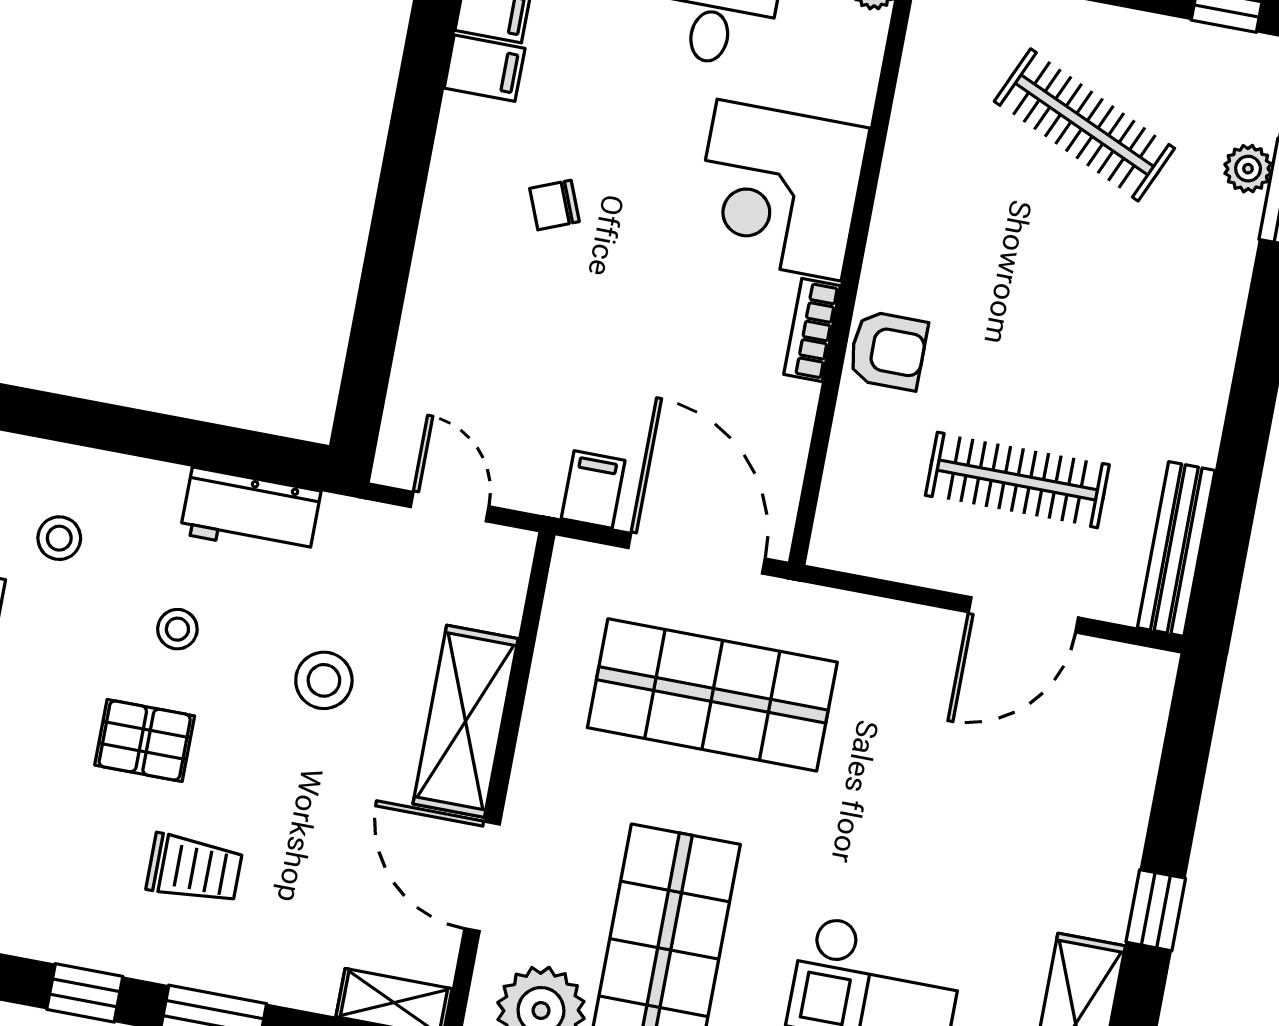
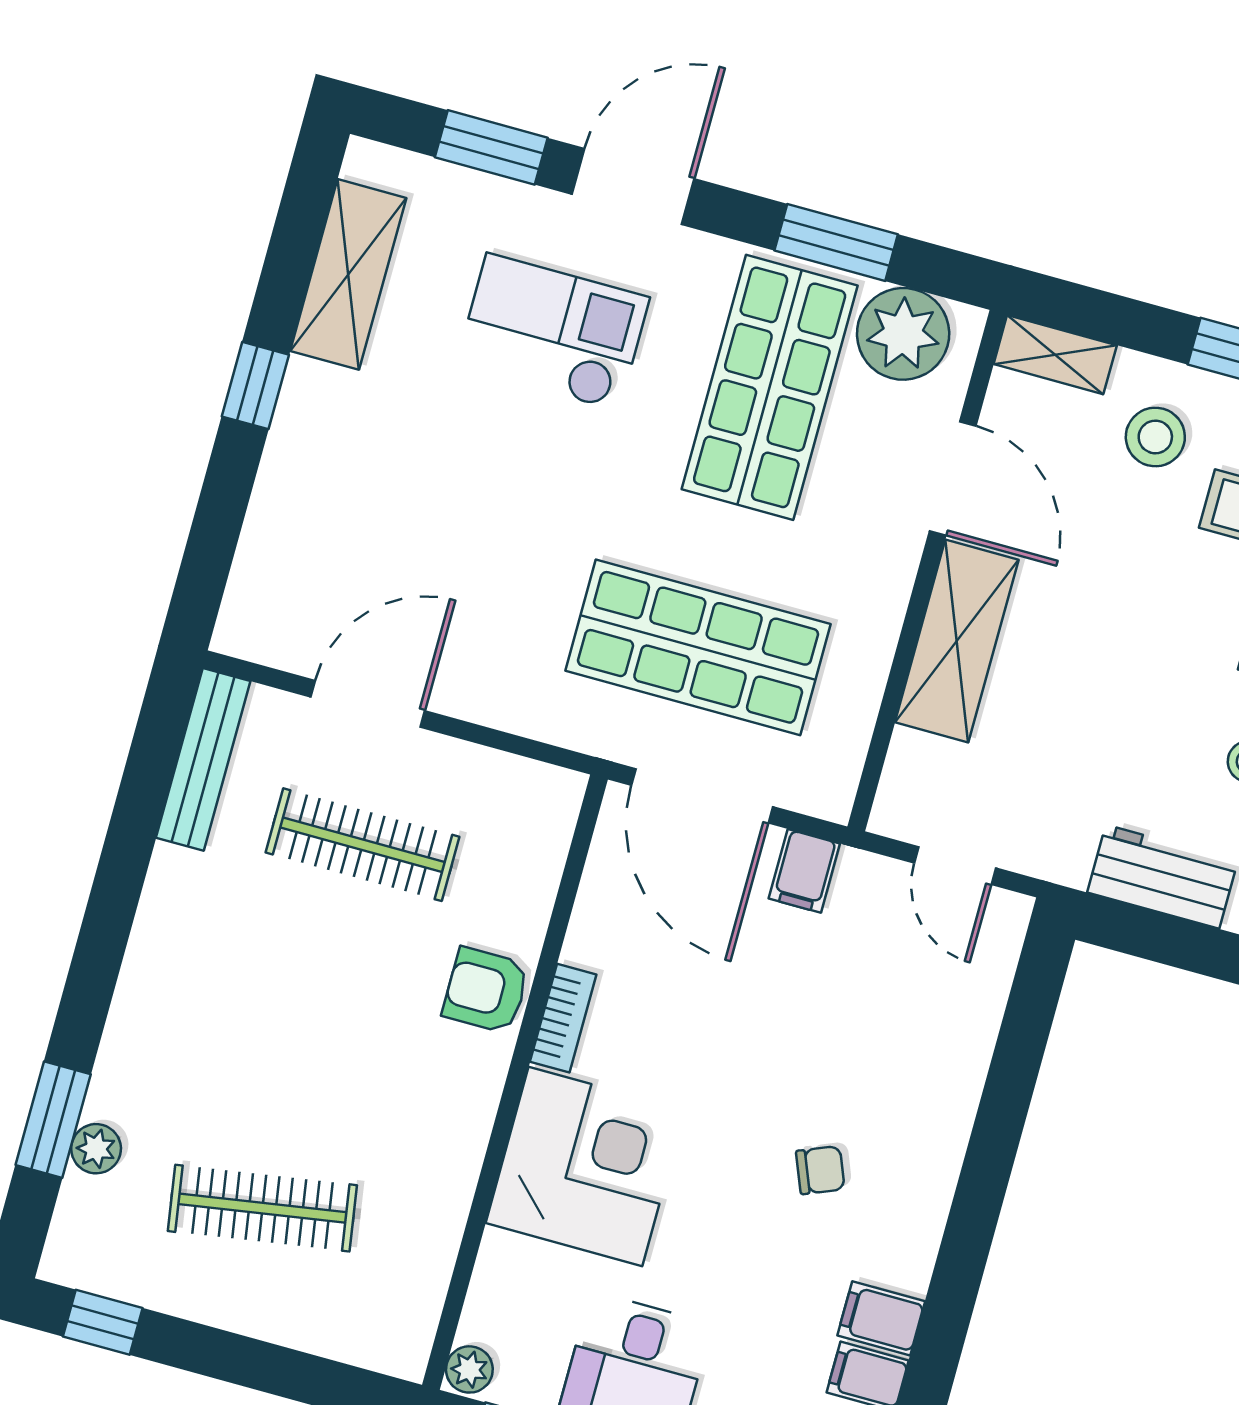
clothes rail: (1084, 125) -> (262, 1208), turned -33
stool: (324, 680) -> (1155, 437), moved

